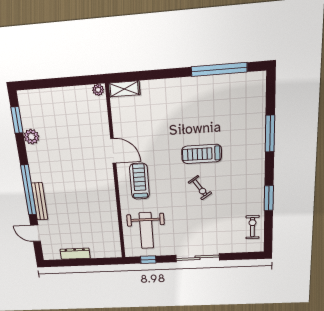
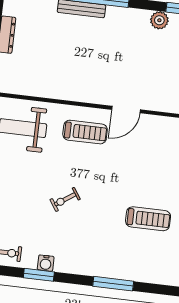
treadmill: (202, 154) -> (148, 219), moved, turned 90
water cooler: (258, 194) -> (46, 263), added

